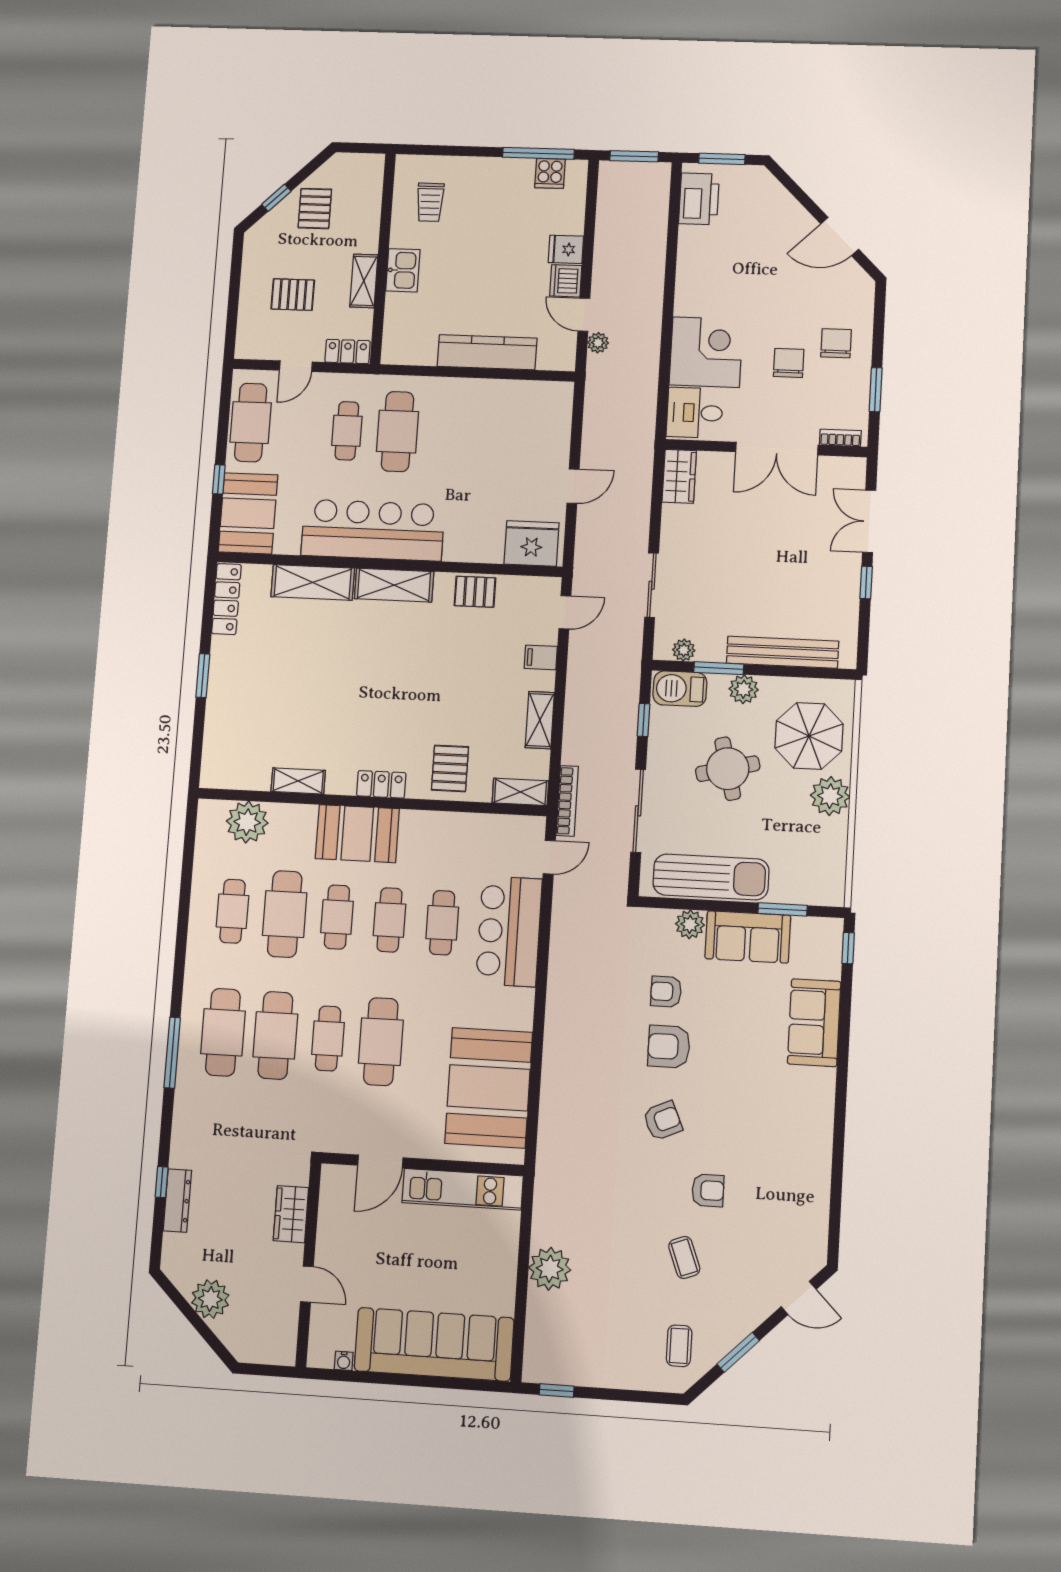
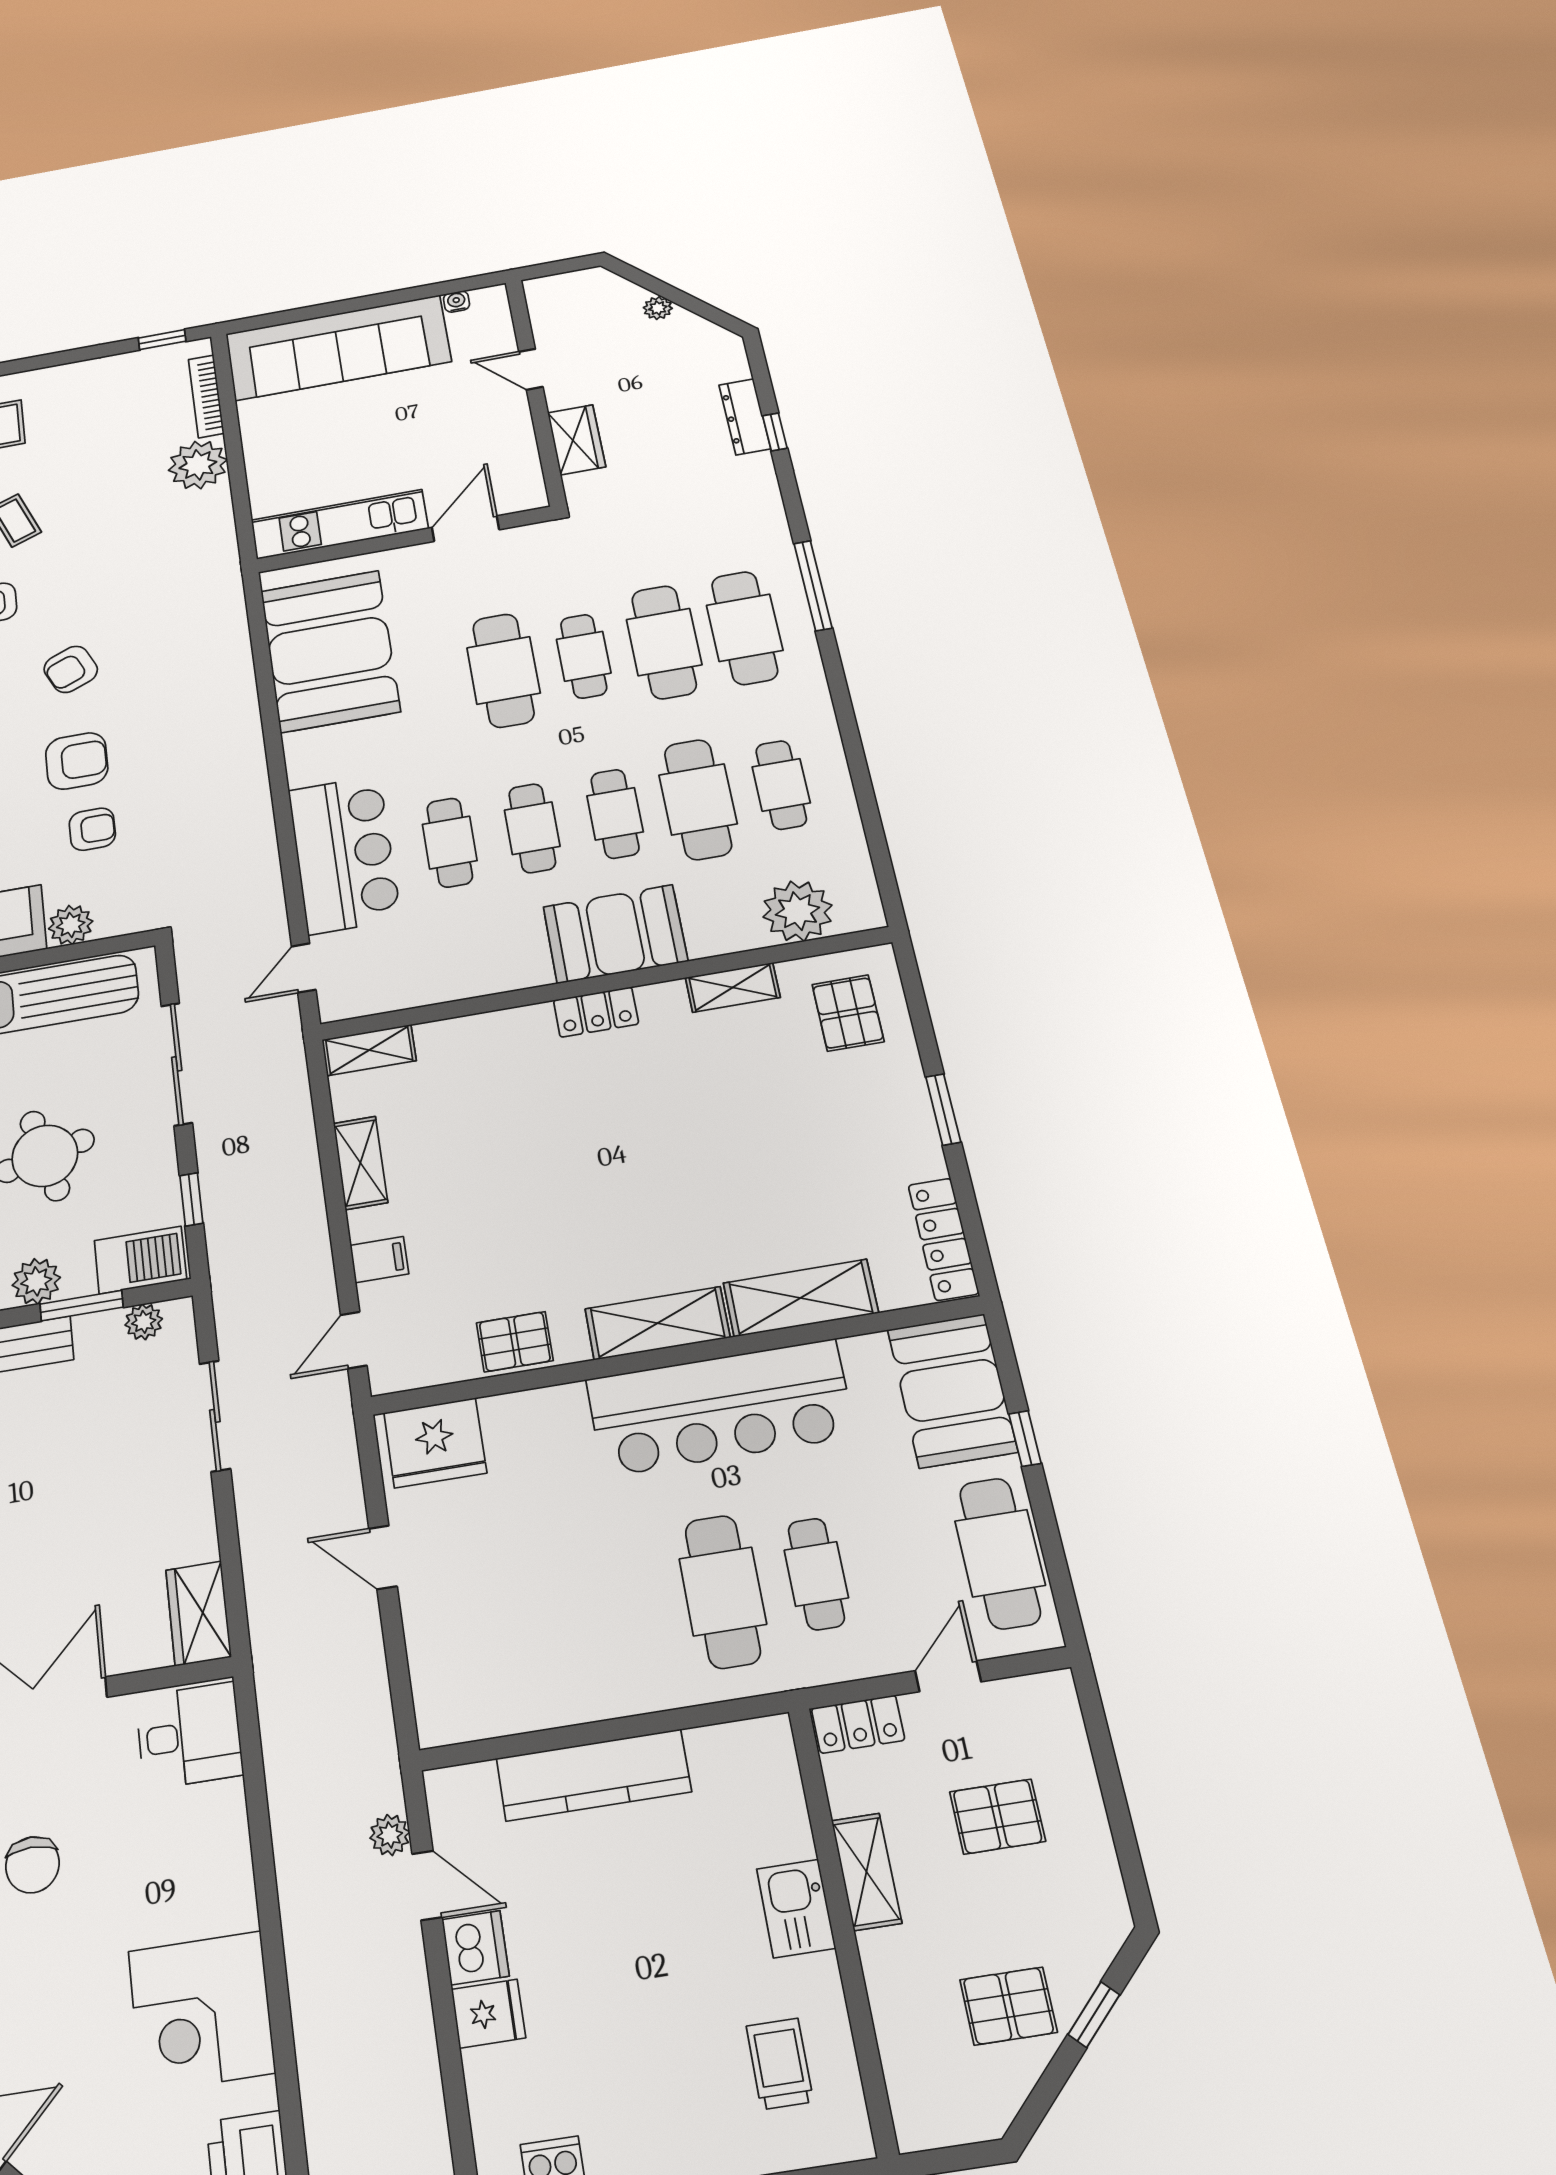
pallet: (315, 208) -> (1008, 2006), turned 90
corner desk: (706, 352) -> (201, 2012), moved
door: (573, 486) -> (383, 1557), hinge flipped
pallet: (450, 768) -> (848, 1013), moved
bookcase: (567, 801) -> (206, 396), moved
plant: (210, 1299) -> (658, 308), width x0.53, depth x0.53

